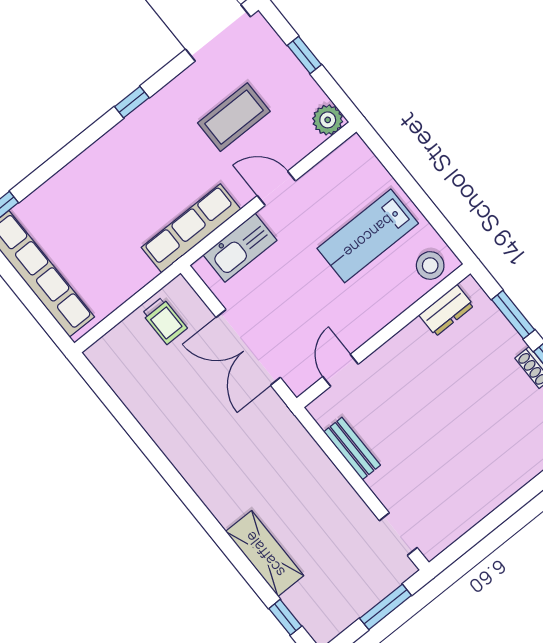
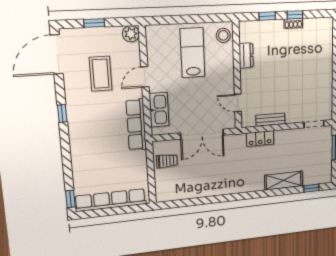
lab bench: (368, 236) -> (192, 53), turned 180
dresser: (446, 310) -> (246, 55), moved
window: (513, 315) -> (267, 16), width x0.67
locker: (308, 454) -> (260, 139), added

